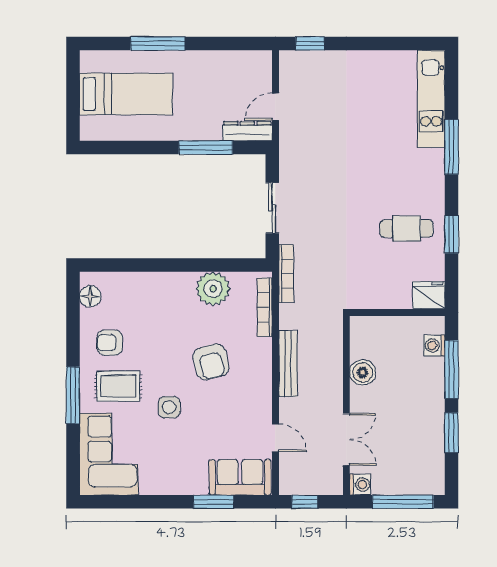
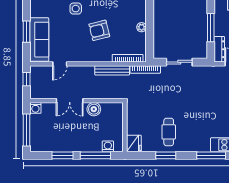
plant: (213, 289) -> (142, 27), width x0.53, depth x0.53
bench: (288, 364) -> (112, 70), moved
double door: (346, 439) -> (70, 101), moved
sofa: (240, 477) -> (39, 40), width x1.36

